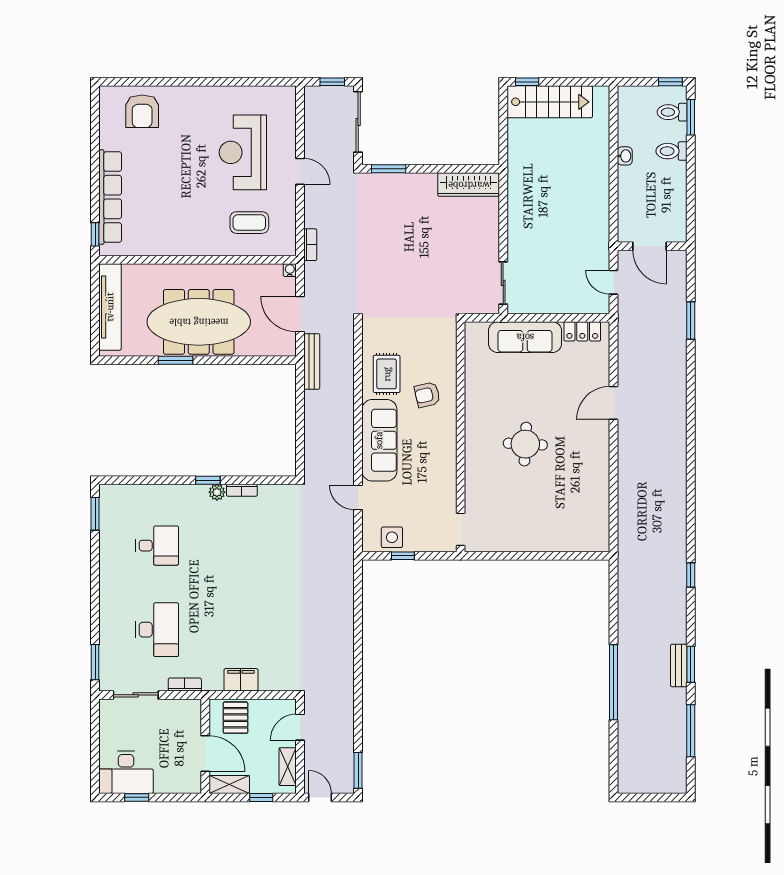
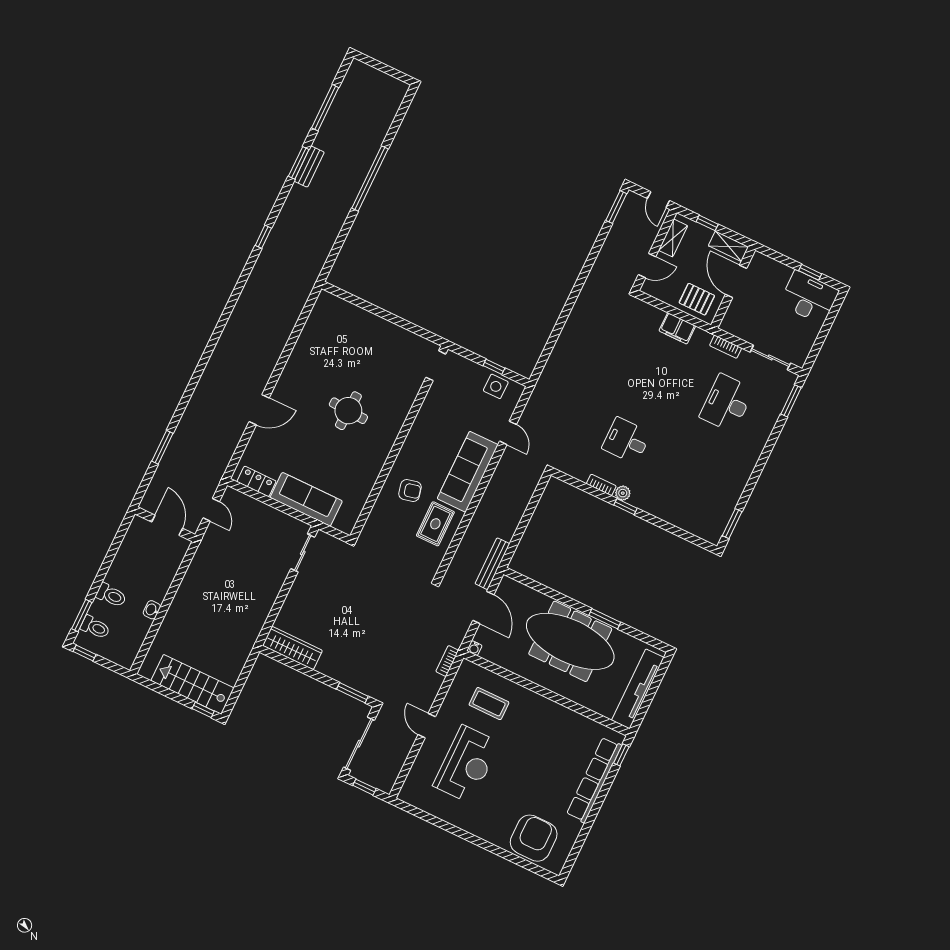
armchair: (142, 111) -> (534, 838), width x1.36, depth x1.36
desk: (157, 546) -> (626, 441), moved
pallet: (235, 718) -> (697, 299), turned 90

